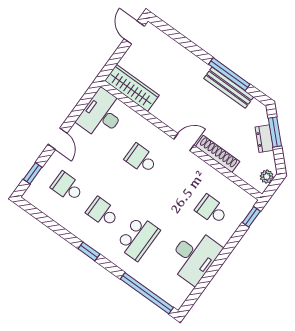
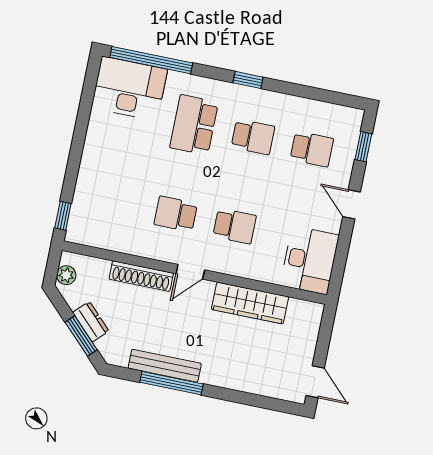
wardrobe: (132, 88) -> (250, 303), moved
school desk: (212, 210) -> (176, 214), moved, turned 180
desk: (194, 256) -> (129, 89), moved, turned 90

